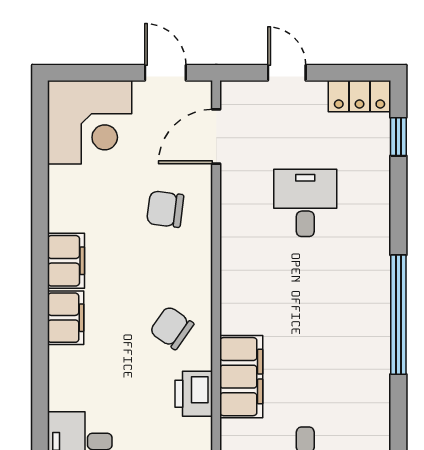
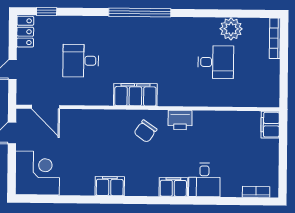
chair: (165, 209) -> (83, 134), removed
filing cabinet: (66, 318) -> (173, 187), moved
filing cabinet: (241, 377) -> (135, 95), moved

